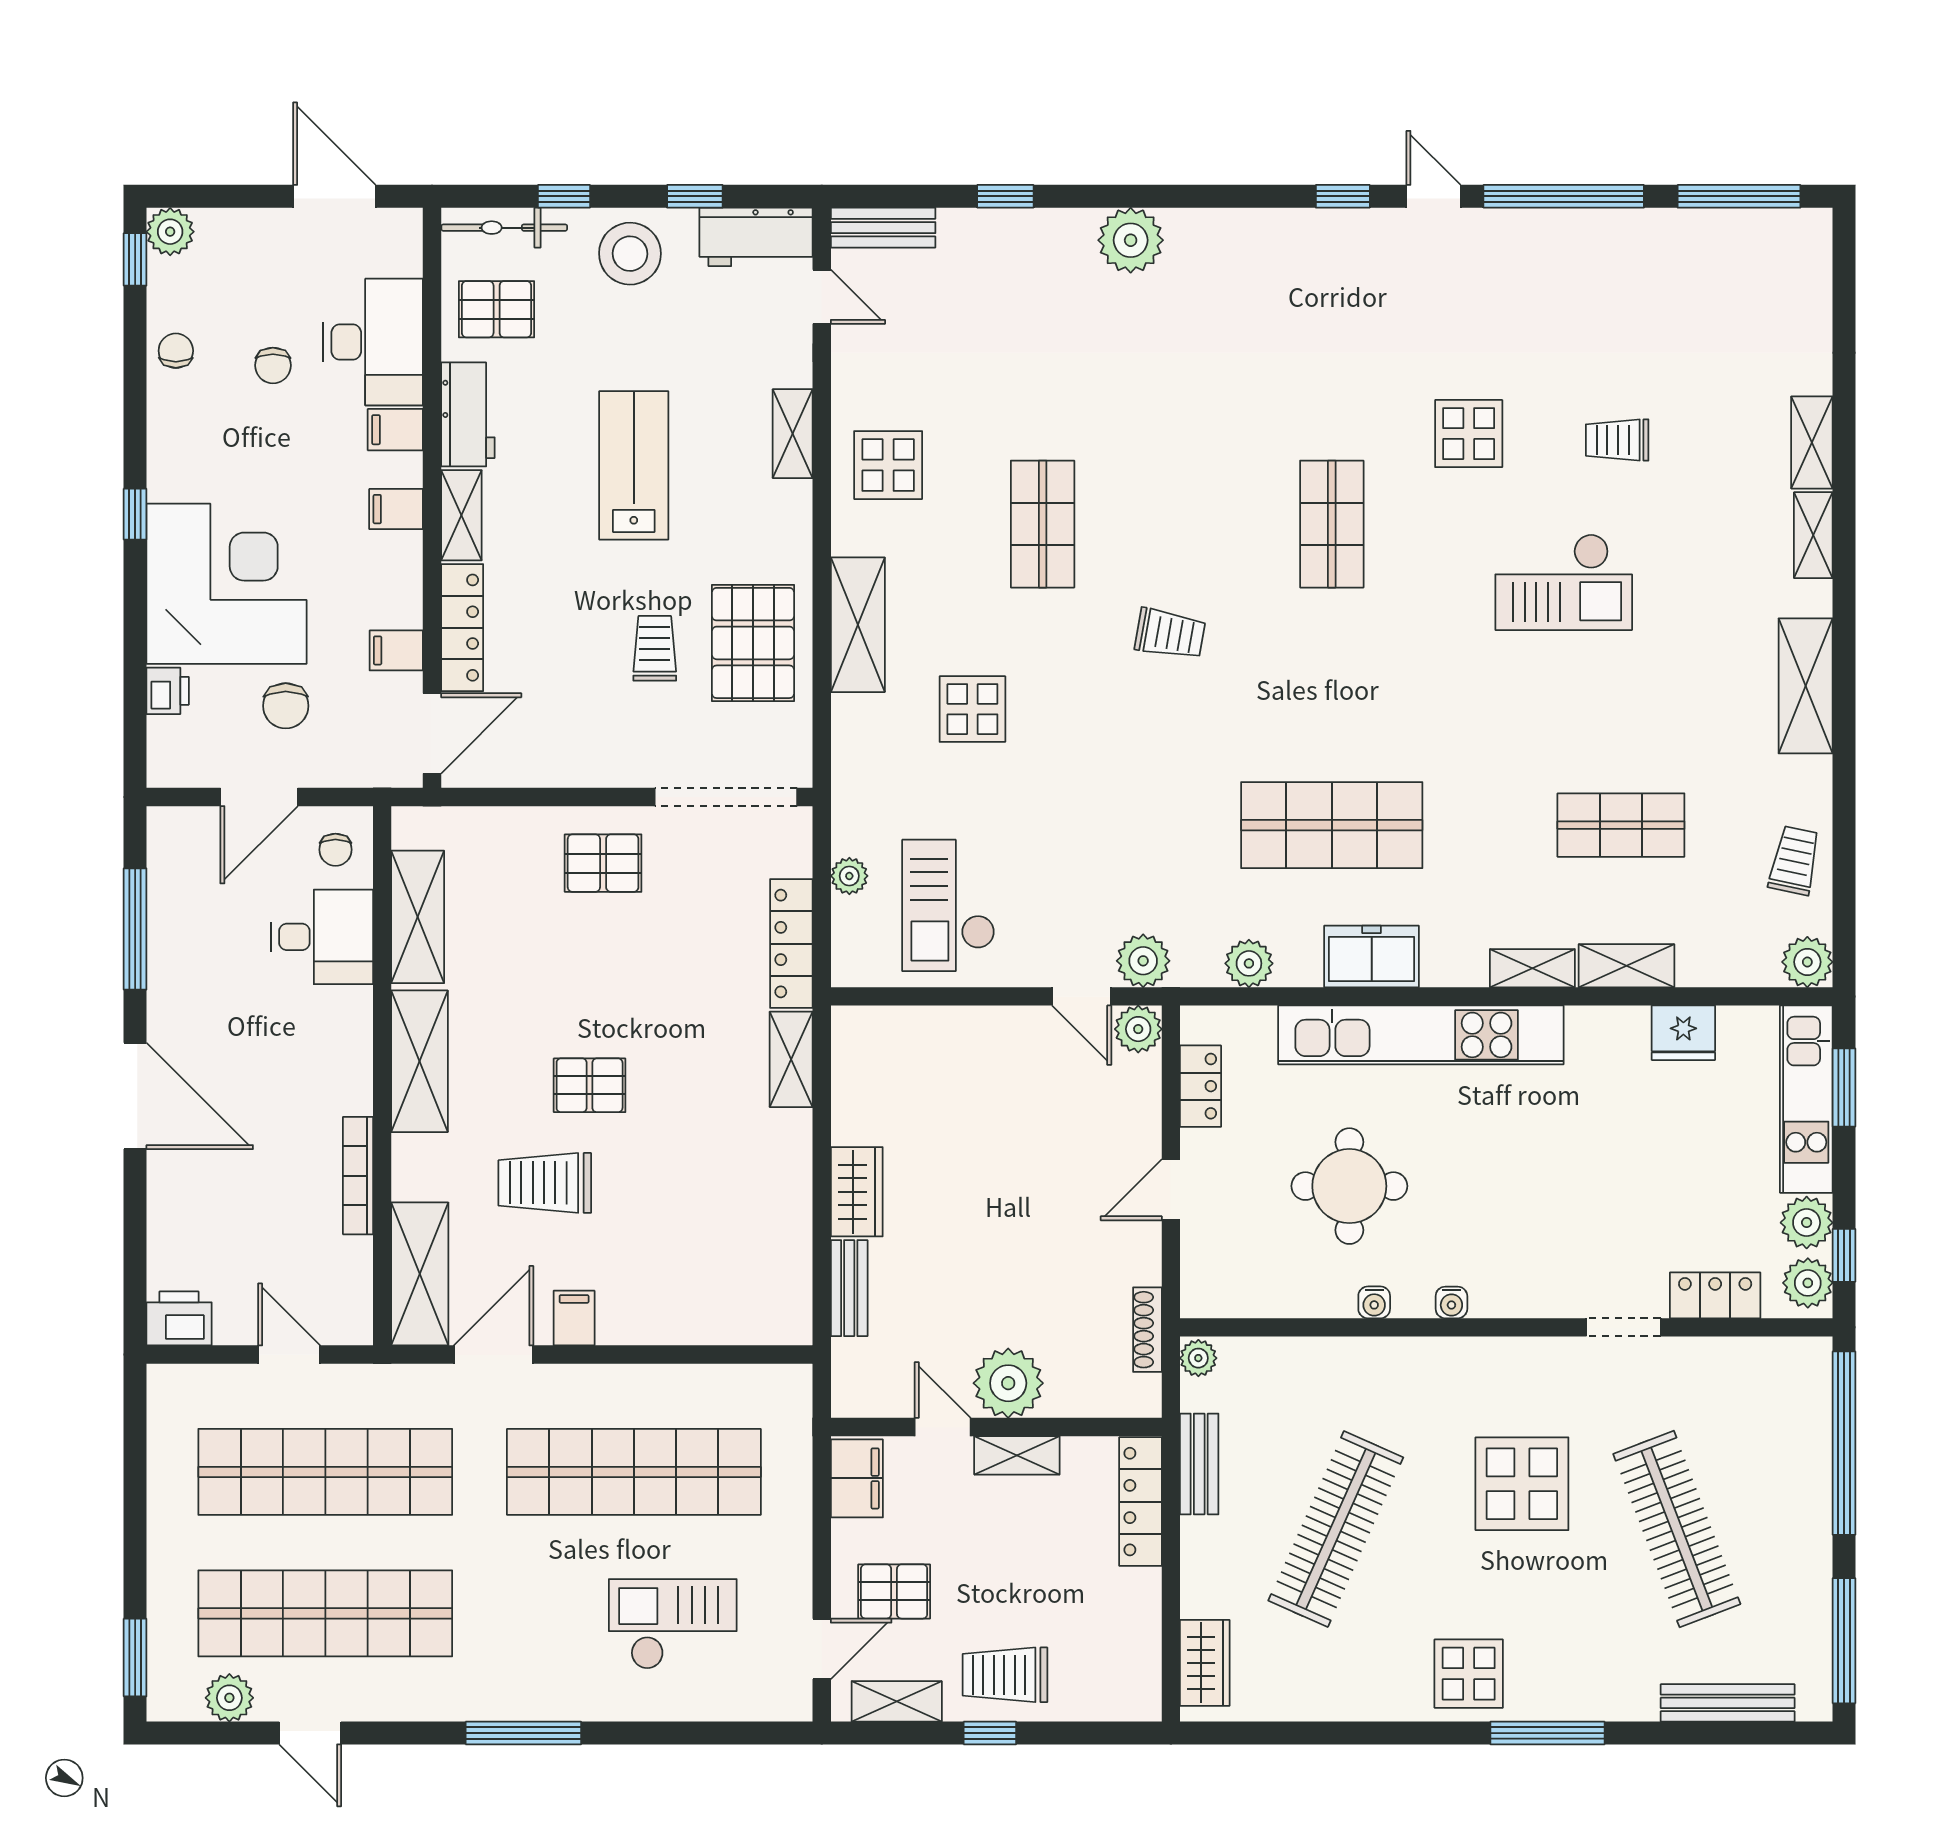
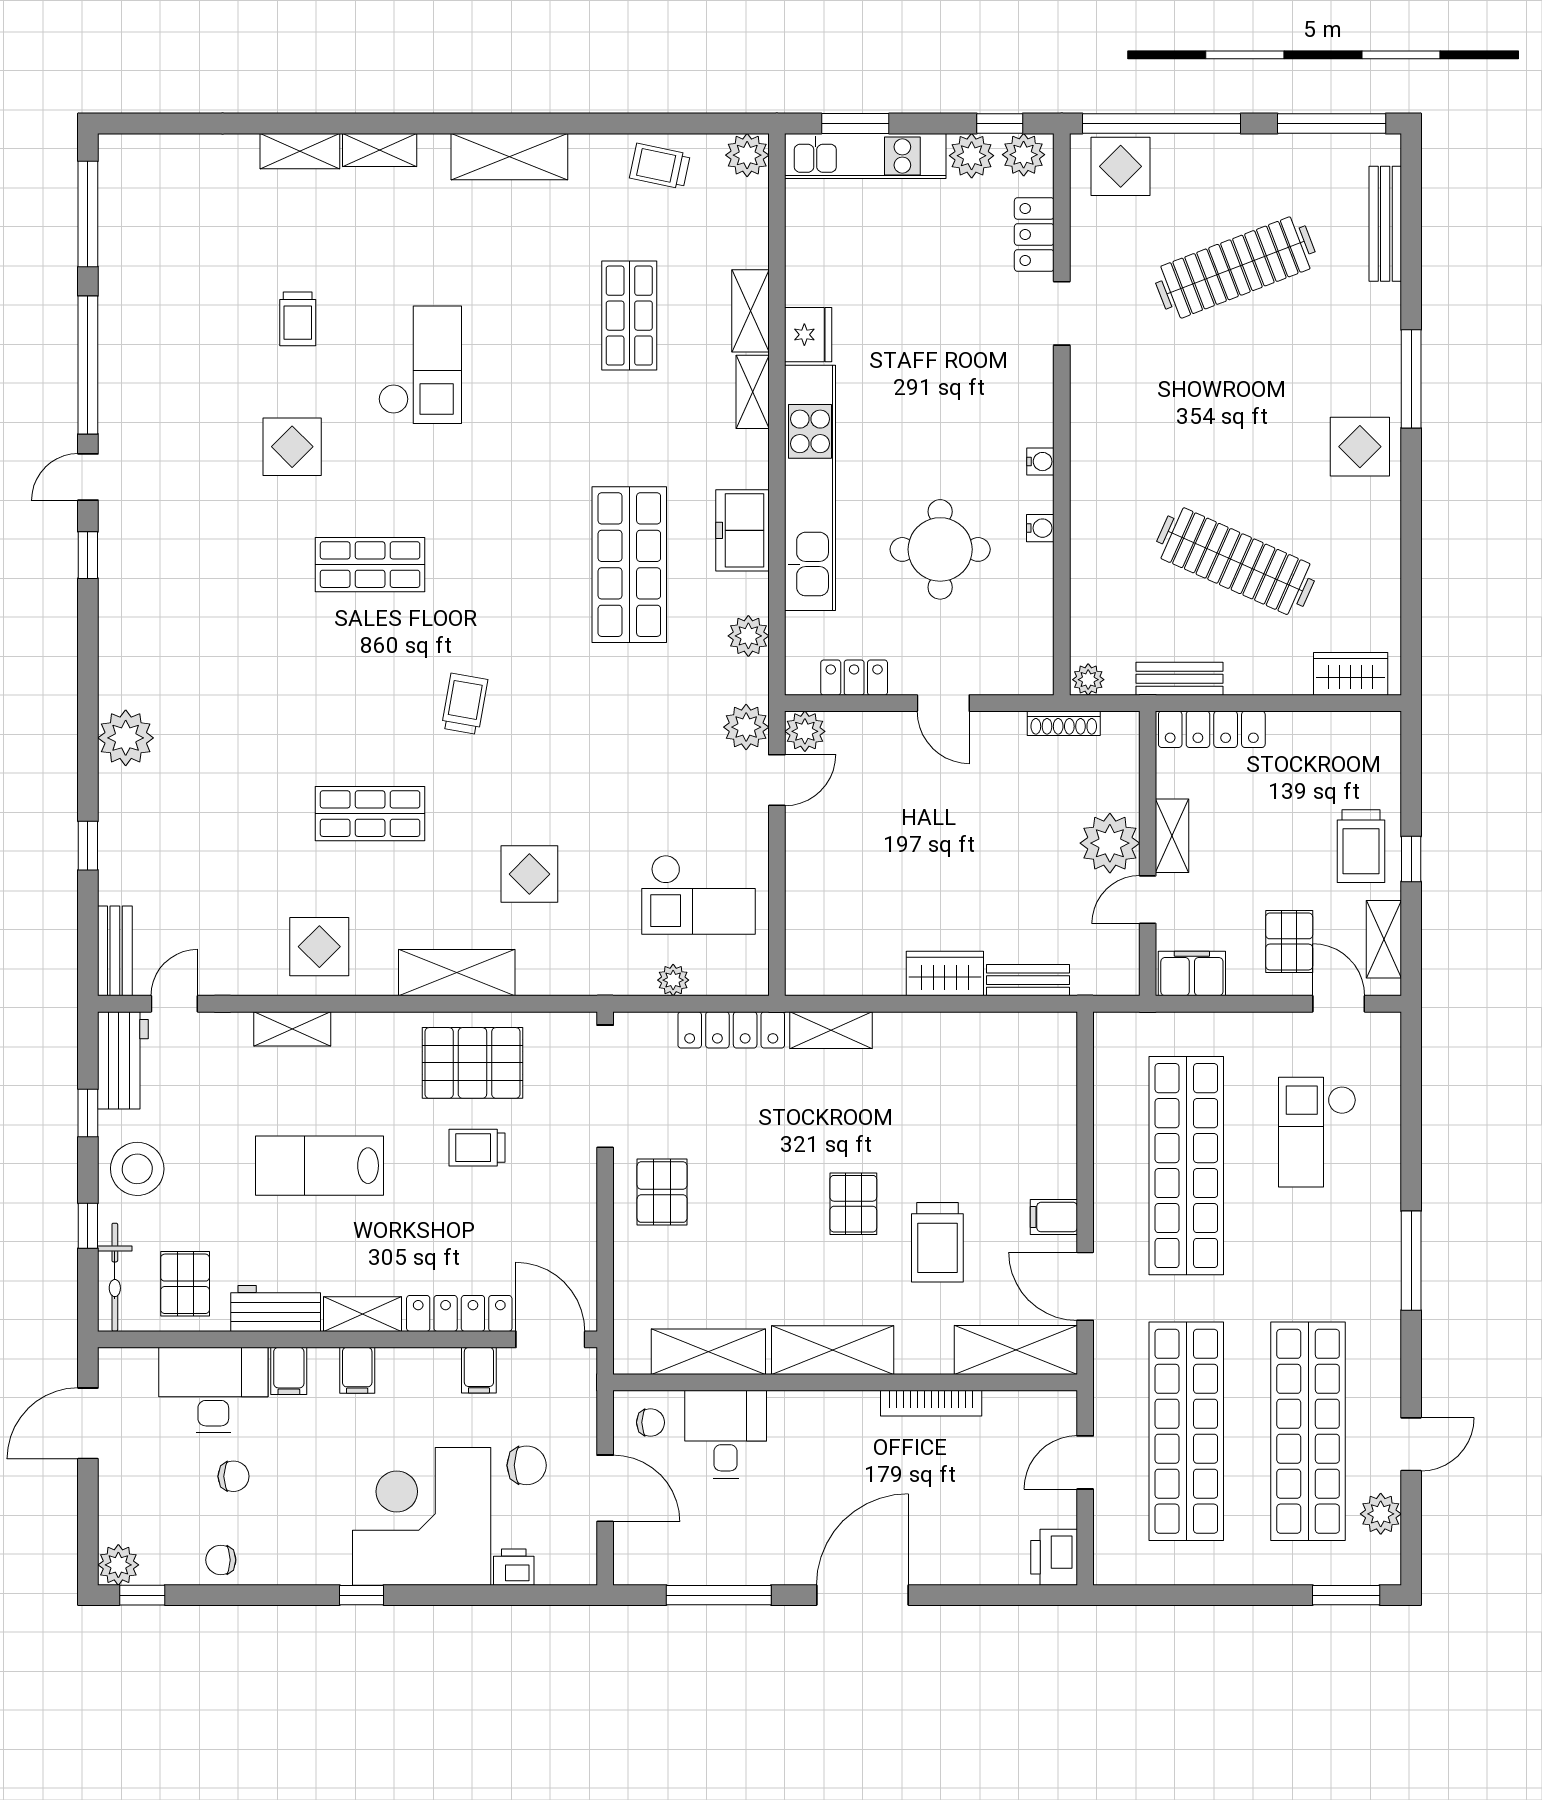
fridge: (1683, 1033) -> (808, 335), moved
display table: (1522, 1484) -> (1121, 166), moved, width x0.73, depth x0.73

